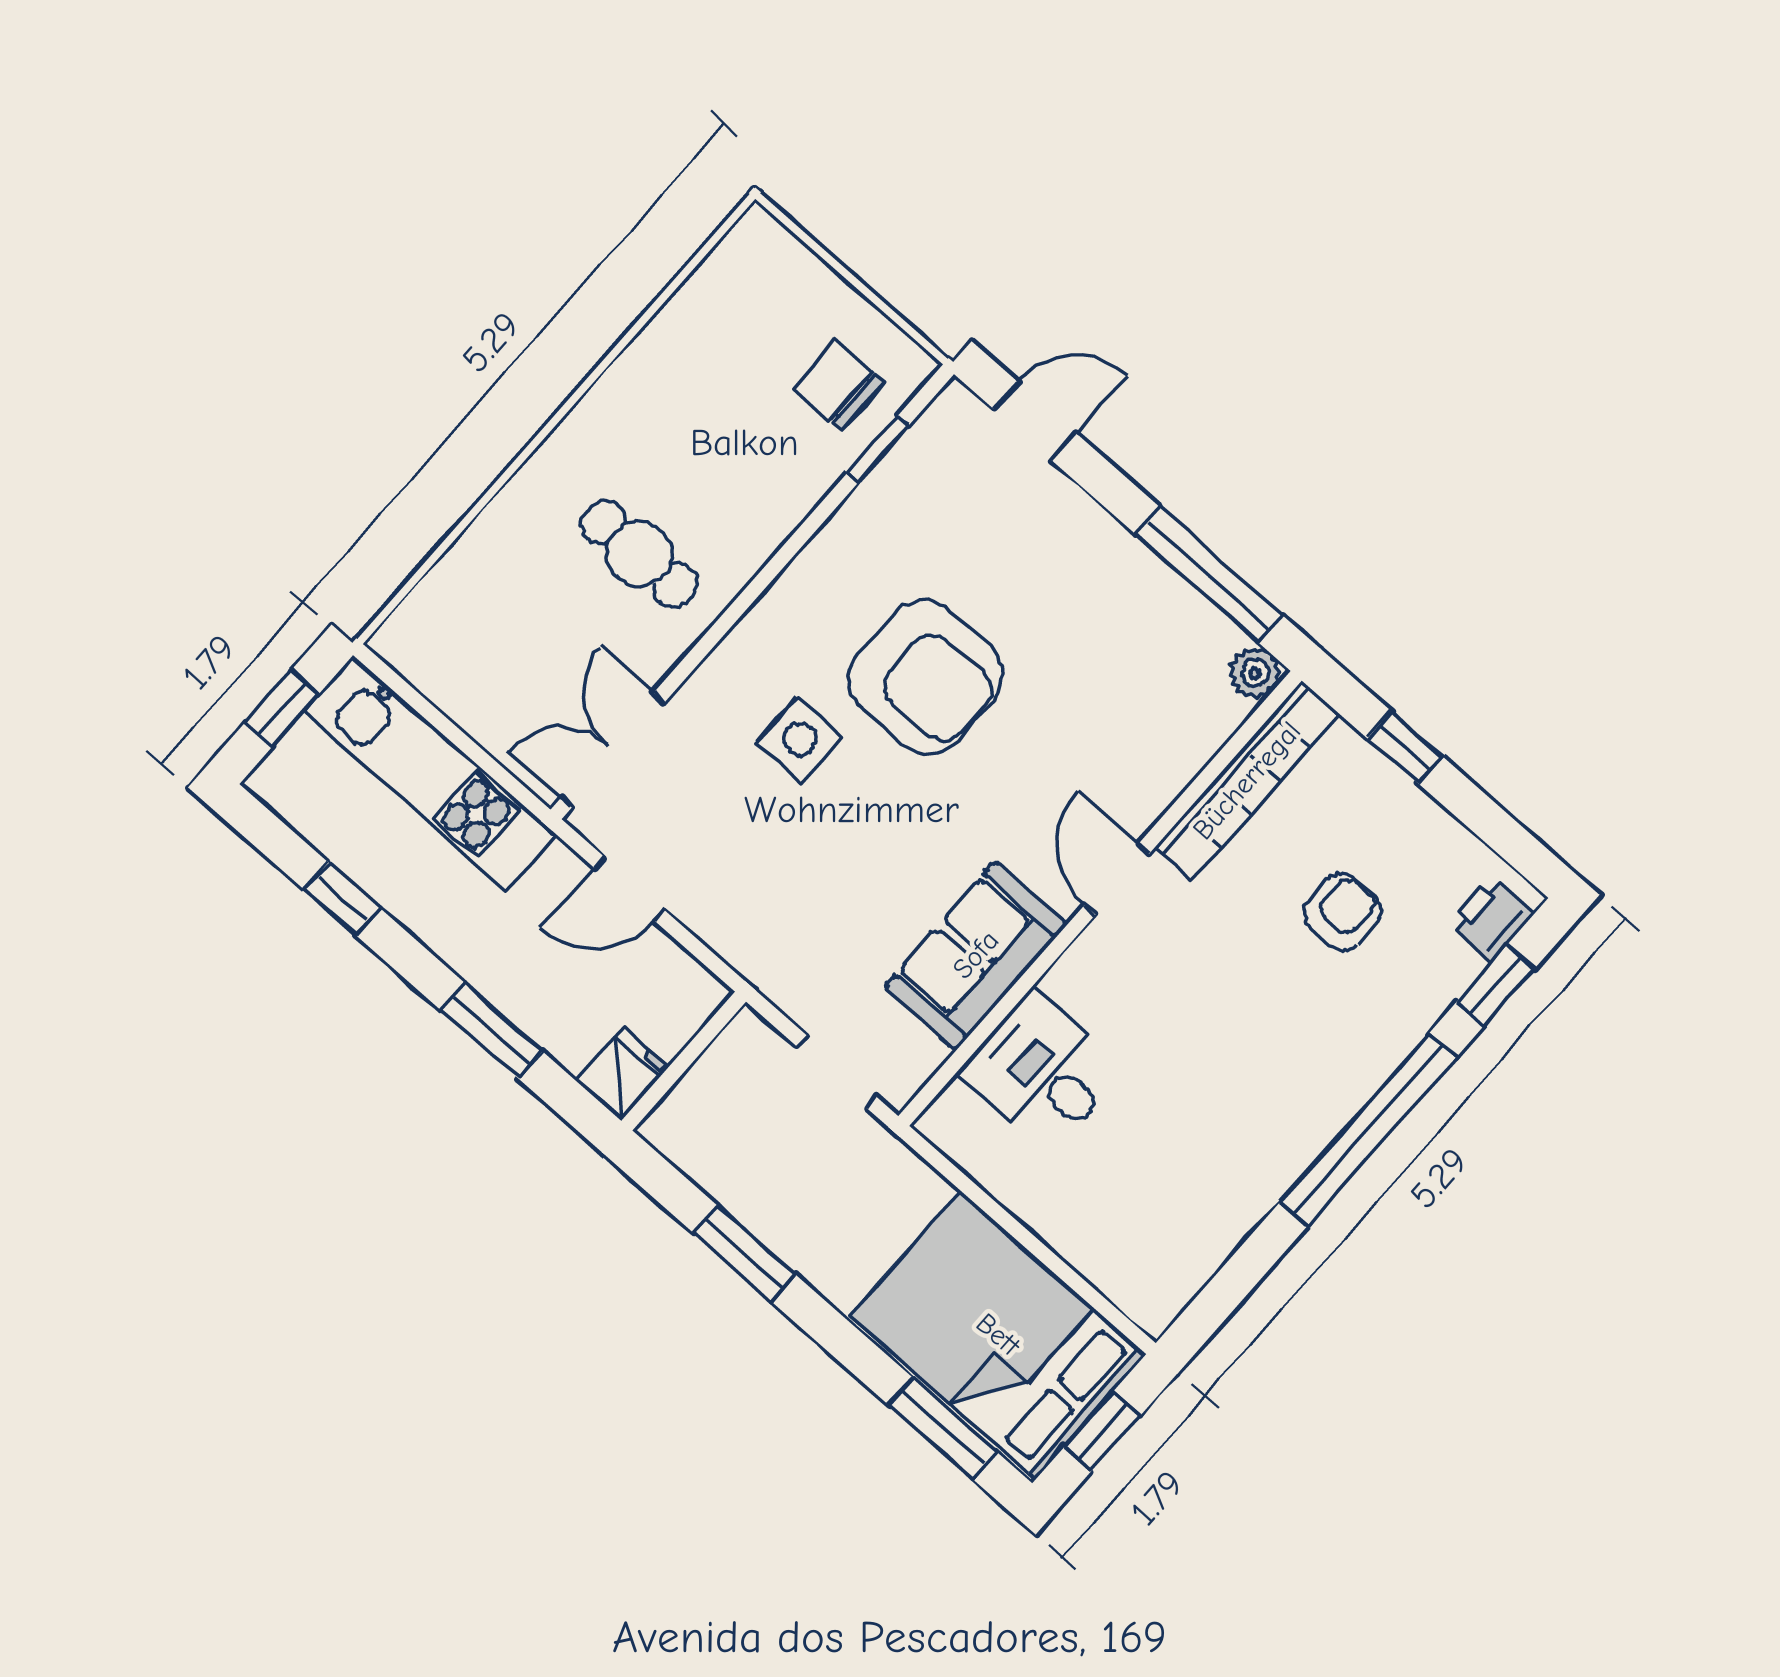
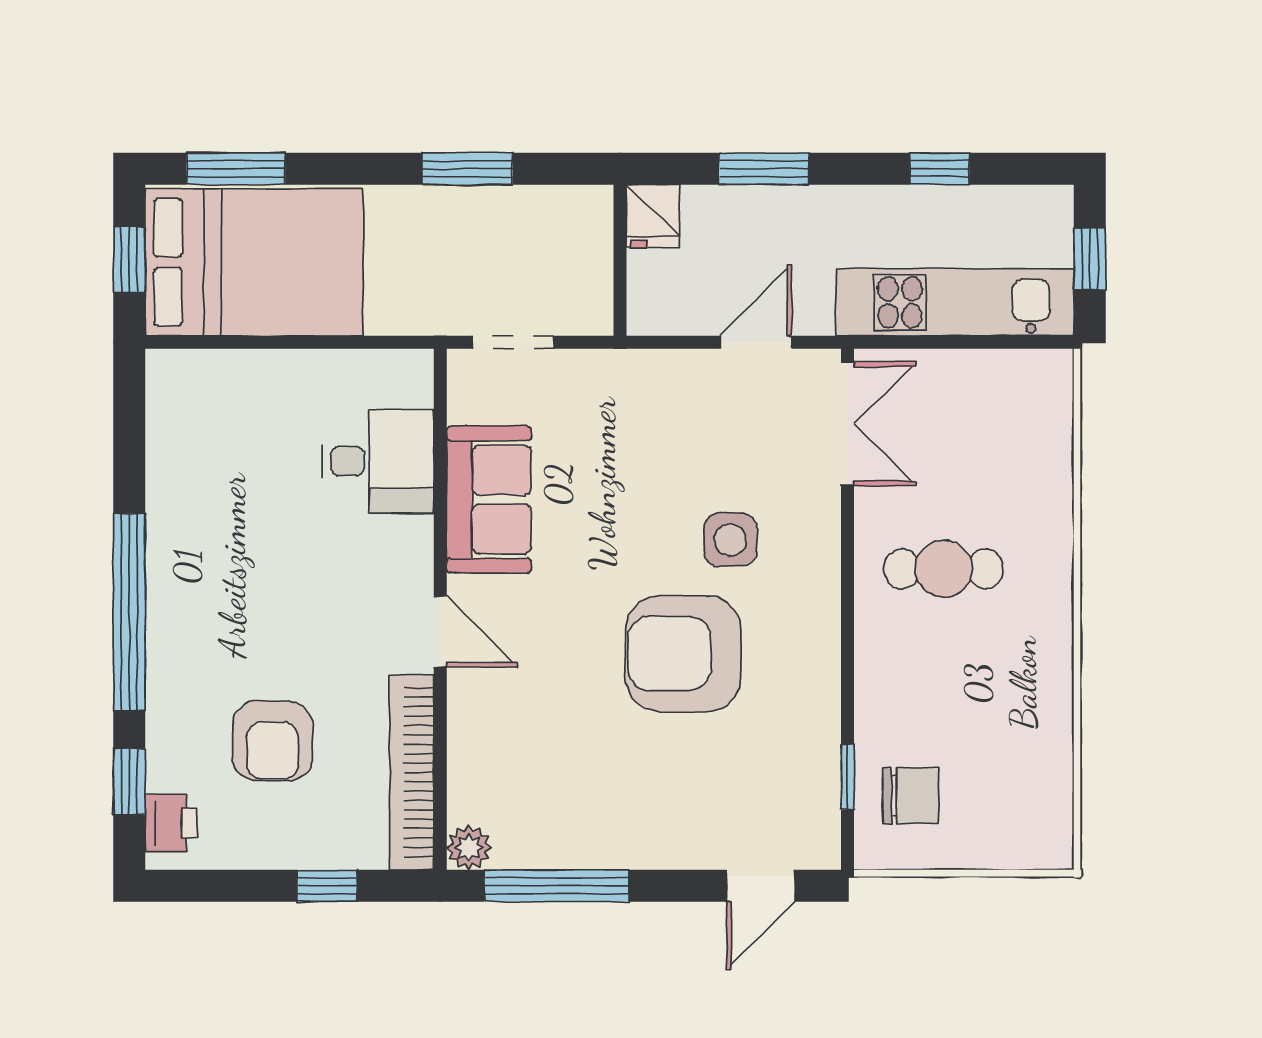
armchair: (1342, 912) -> (273, 741), width x1.38, depth x1.38

